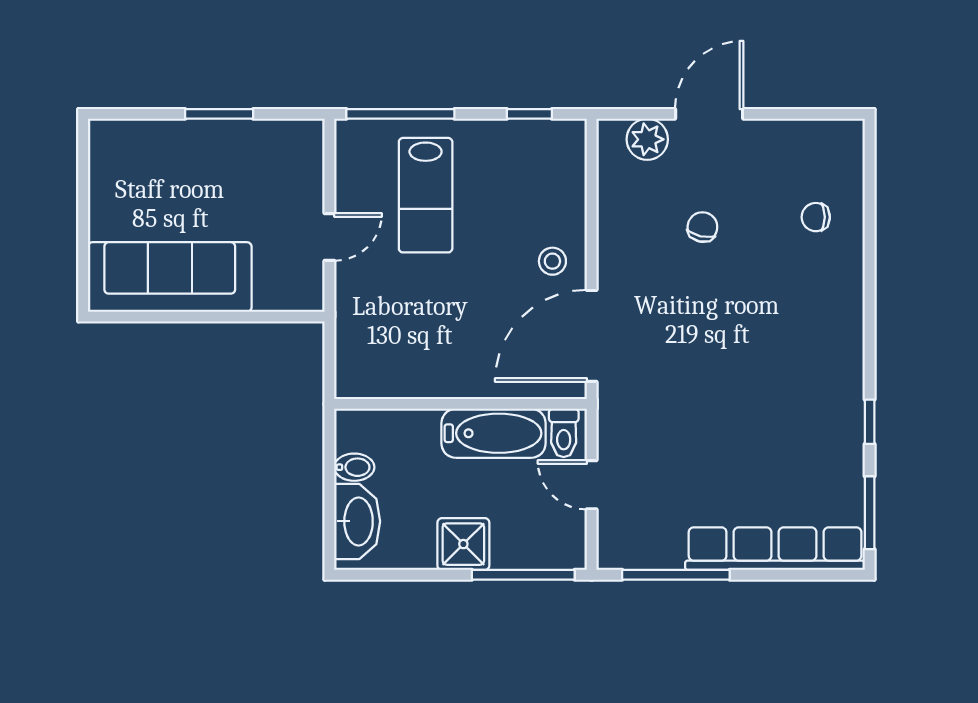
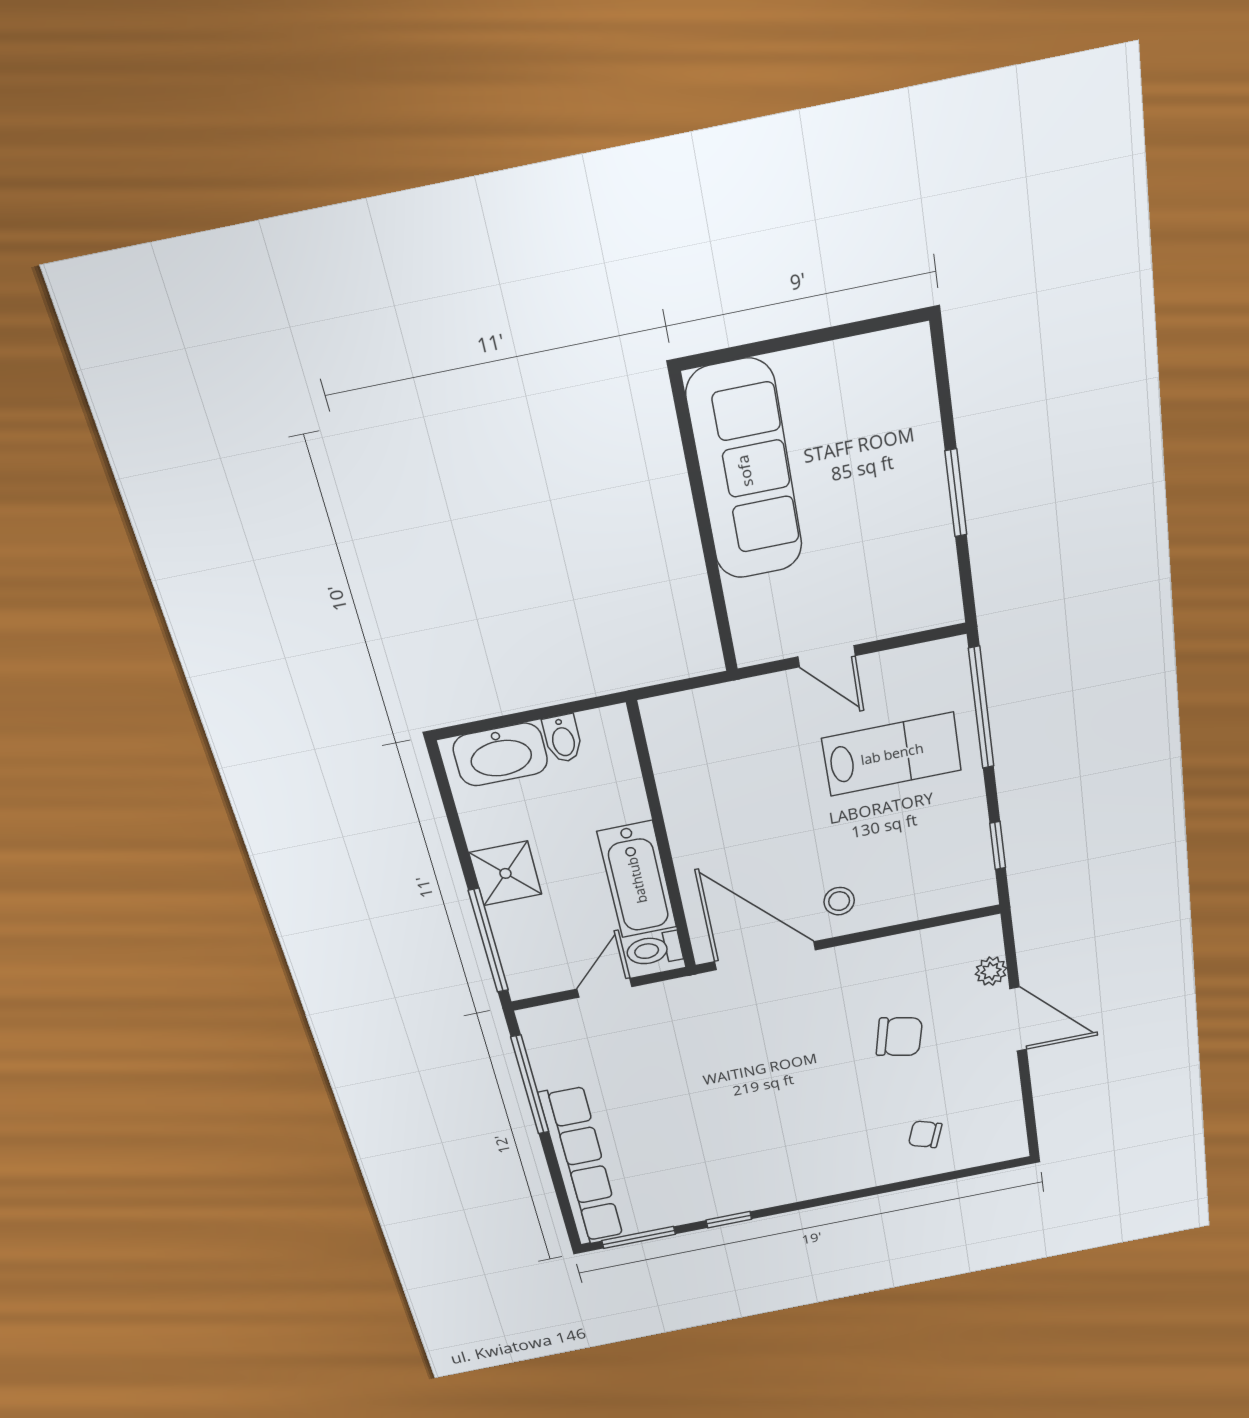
plant: (647, 139) -> (991, 971), width x0.73, depth x0.73
lab bench: (426, 195) -> (892, 754), turned 180
chair: (816, 217) -> (925, 1134), turned -70
chair: (702, 227) -> (899, 1037), width x1.37, depth x1.37

